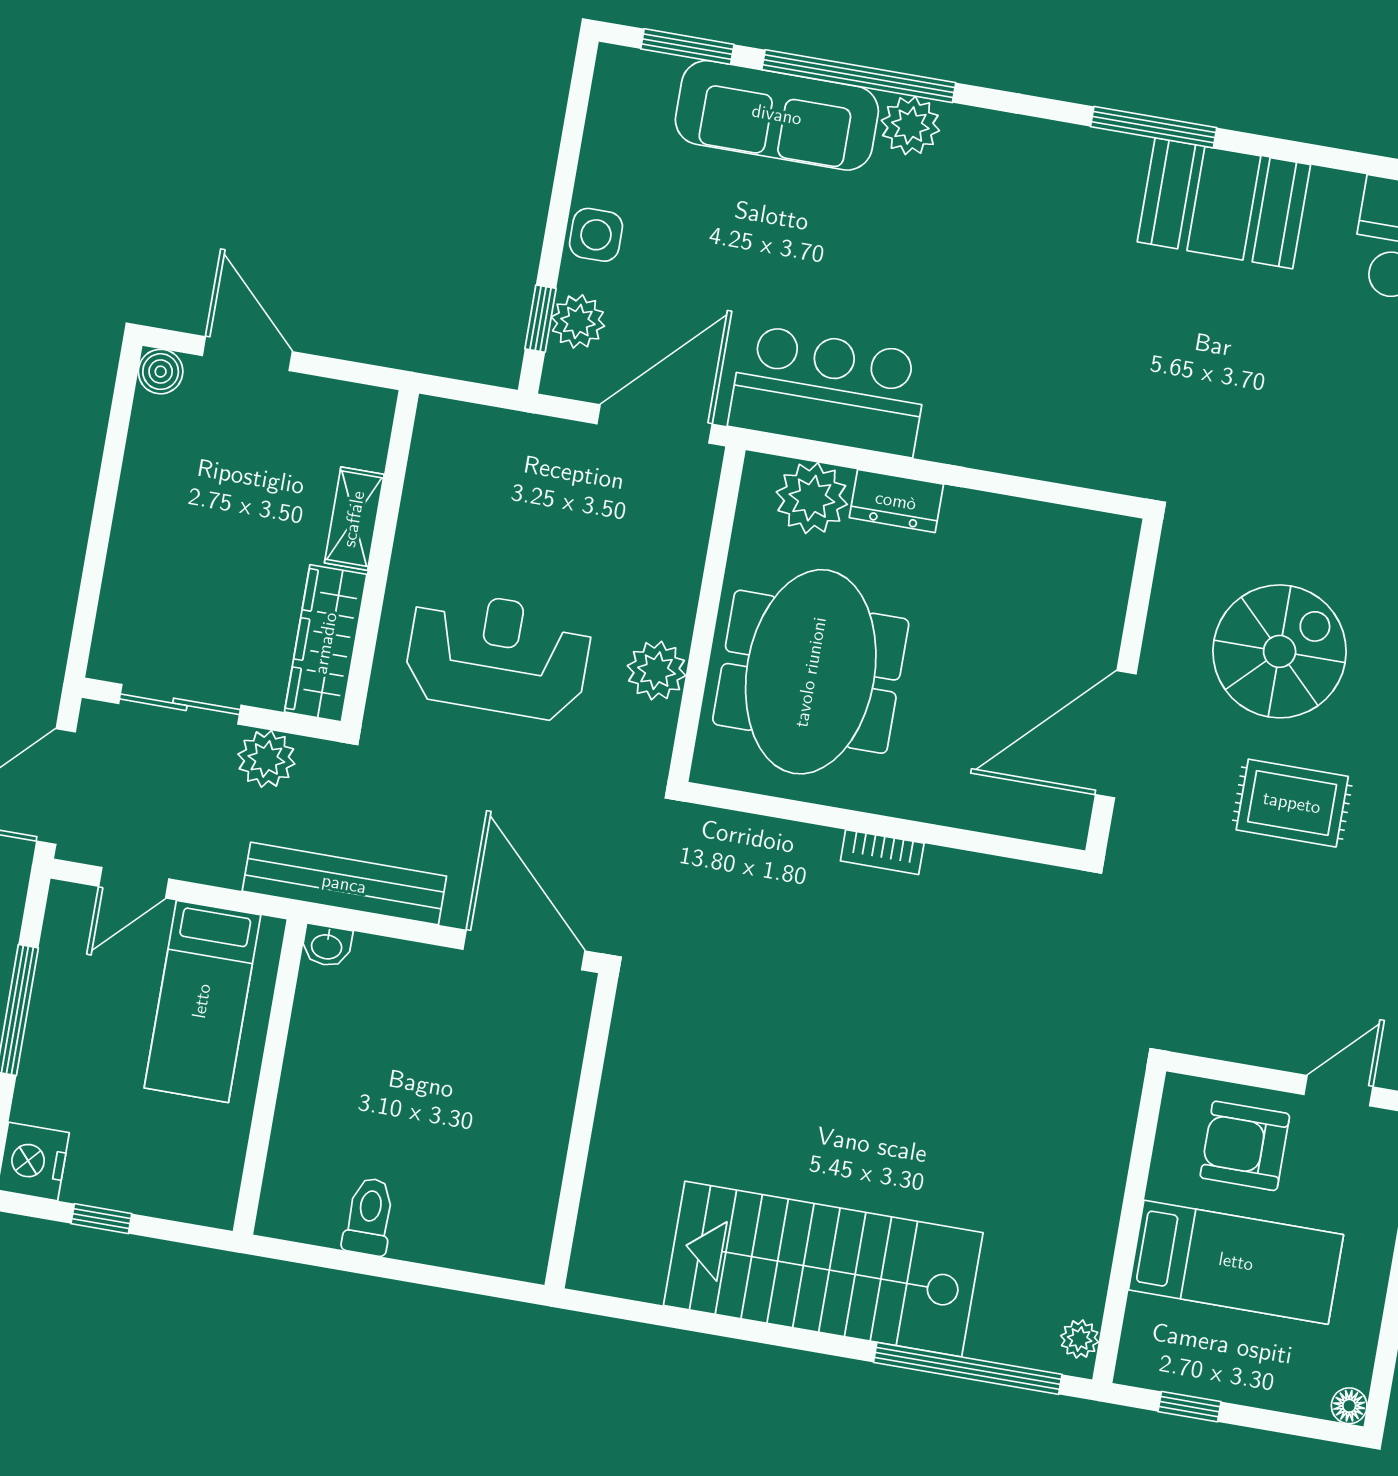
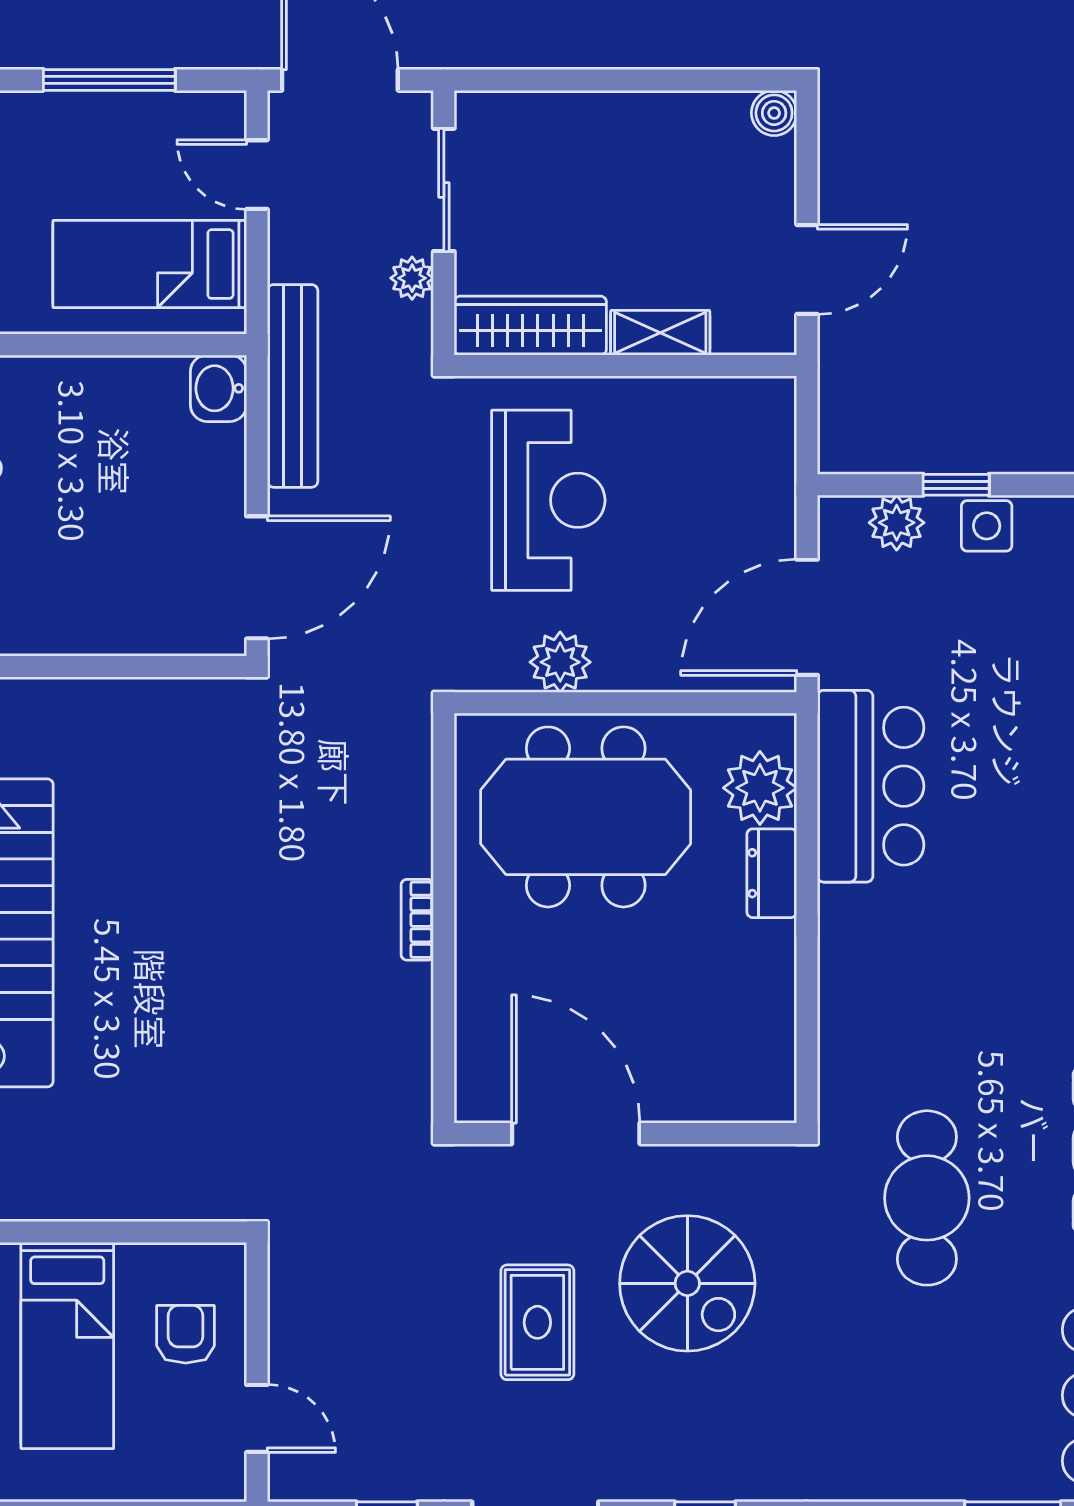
window: (541, 319) -> (956, 485), moved
door: (247, 354) -> (807, 270), moved
cafe table: (1237, 405) -> (927, 1198), added
door: (654, 424) -> (807, 617), swing flipped
plant: (266, 759) -> (412, 278), width x0.73, depth x0.73
washbasin: (327, 946) -> (218, 388), width x1.38, depth x1.45
armchair: (1245, 1146) -> (186, 1334), width x0.72, depth x0.72

